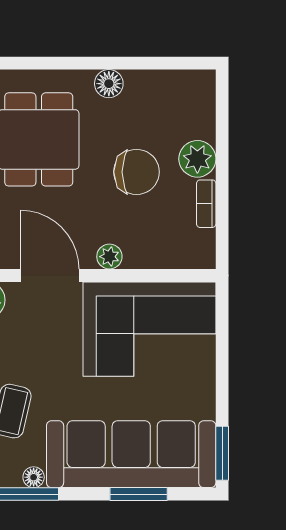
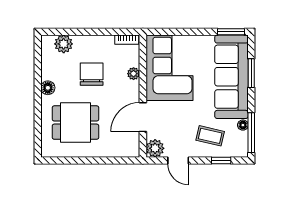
plant: (197, 159) -> (64, 44), moved
bookcase: (206, 204) -> (127, 40), moved
plant: (109, 257) -> (134, 74), moved

